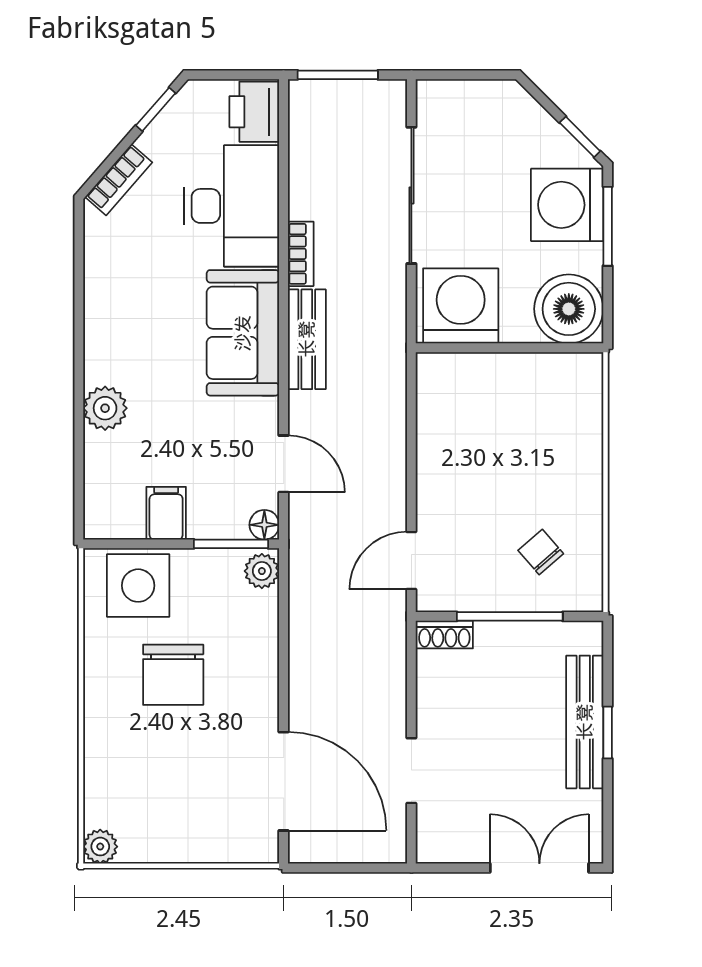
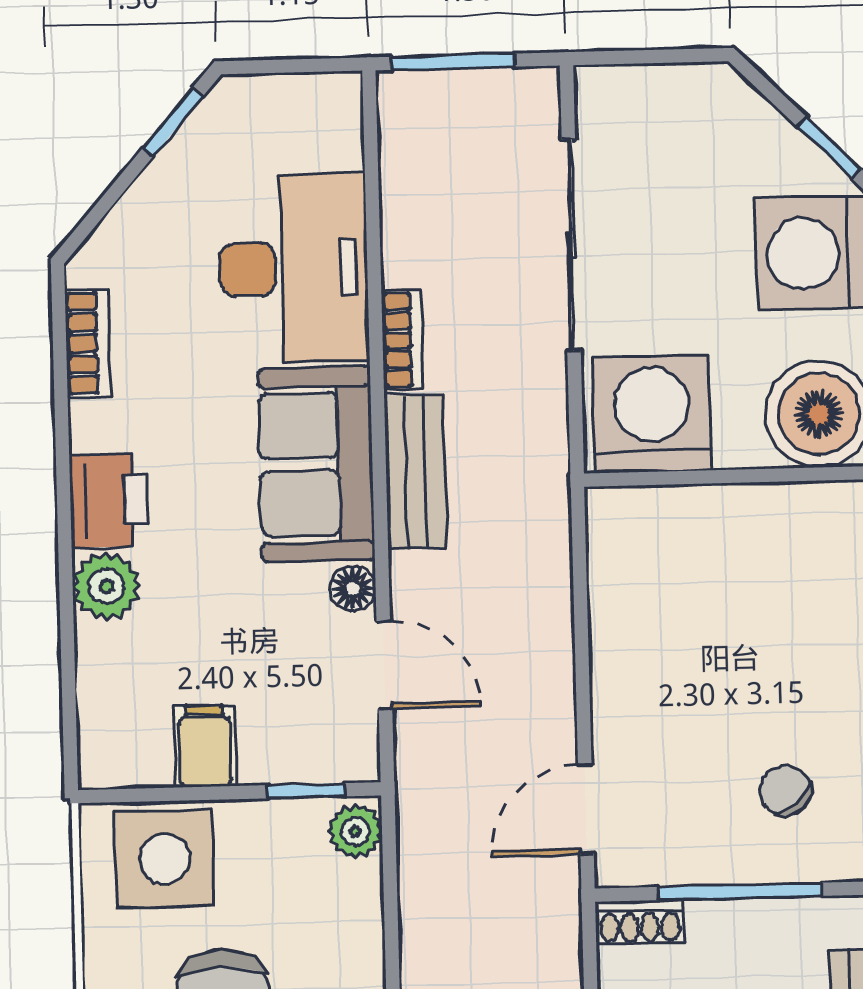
printer: (254, 112) -> (109, 500), moved, turned 180
bookcase: (119, 180) -> (88, 343), moved, turned -41
floor lamp: (264, 525) -> (353, 589), moved
window: (231, 544) -> (306, 791), width x0.67

